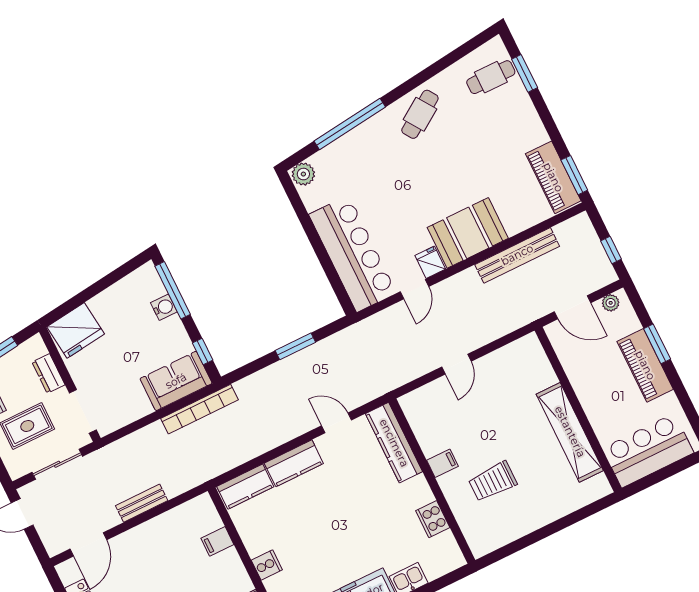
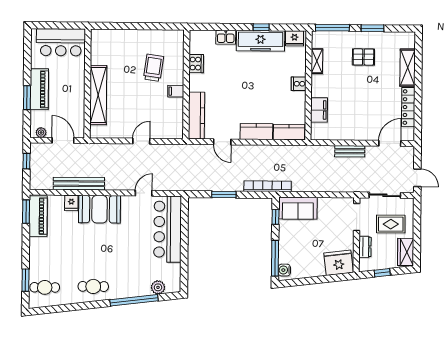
cafe table: (420, 114) -> (93, 286), turned 34
plant: (303, 174) -> (158, 287), moved
fridge: (430, 262) -> (71, 203), moved
water cooler: (164, 307) -> (284, 270), moved
bookcase: (199, 409) -> (268, 186), moved
shelving: (570, 432) -> (98, 95), moved
trolley: (493, 481) -> (153, 68), turned -82
filing cabinet: (217, 541) -> (319, 110), width x2.00

